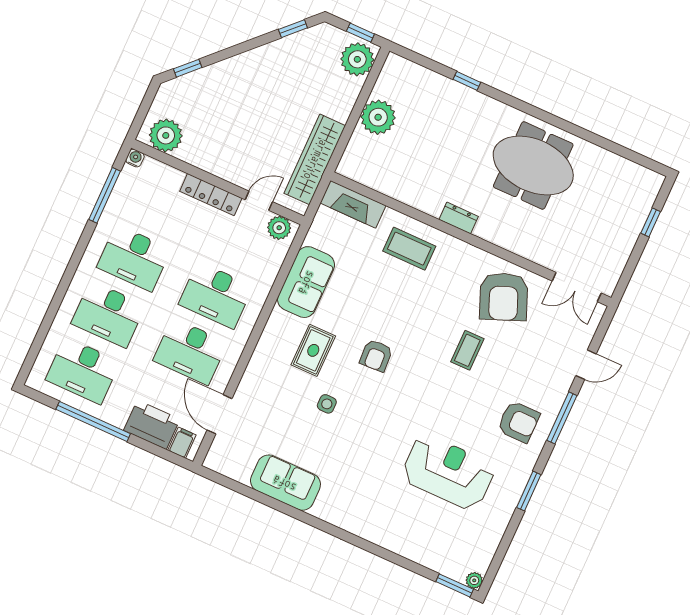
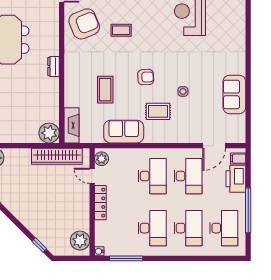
plant: (378, 117) -> (49, 133), moved
coffee table: (409, 249) -> (105, 90), moved

